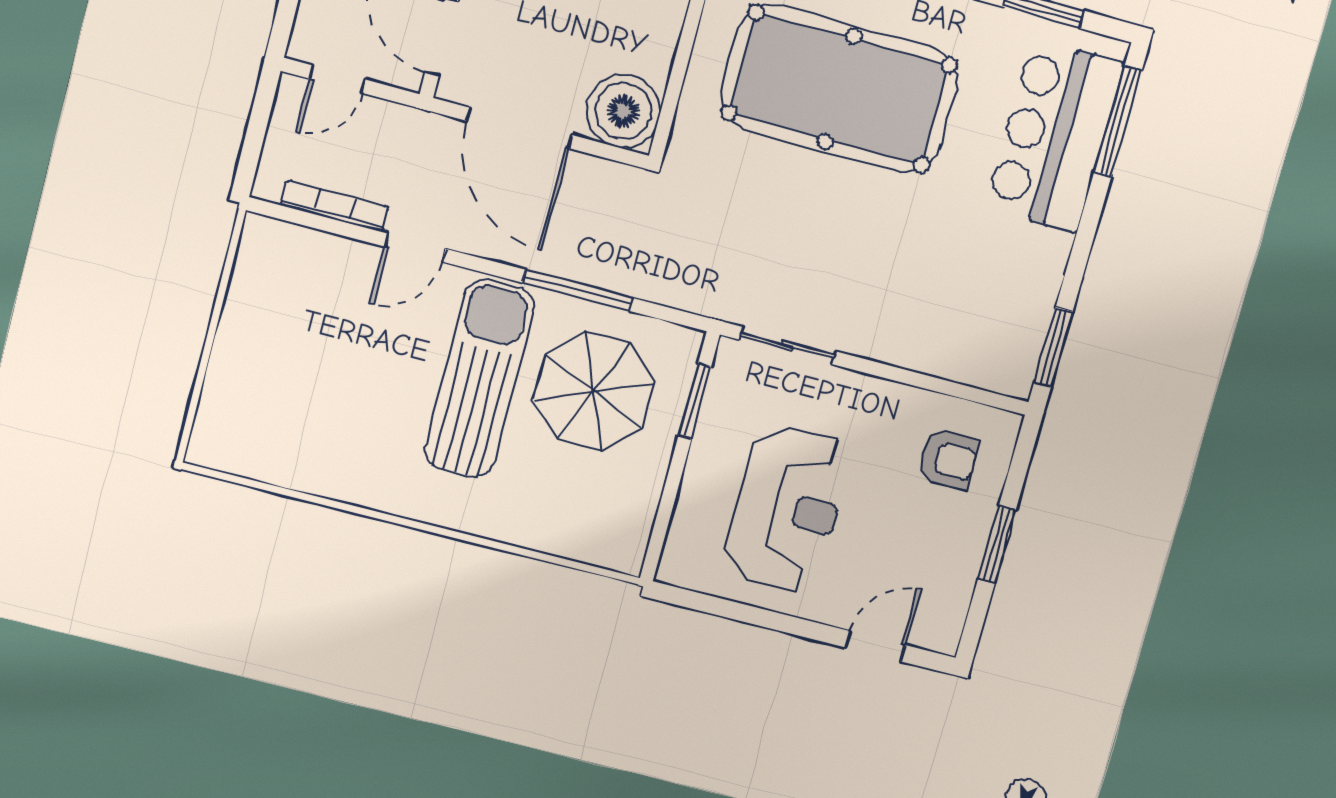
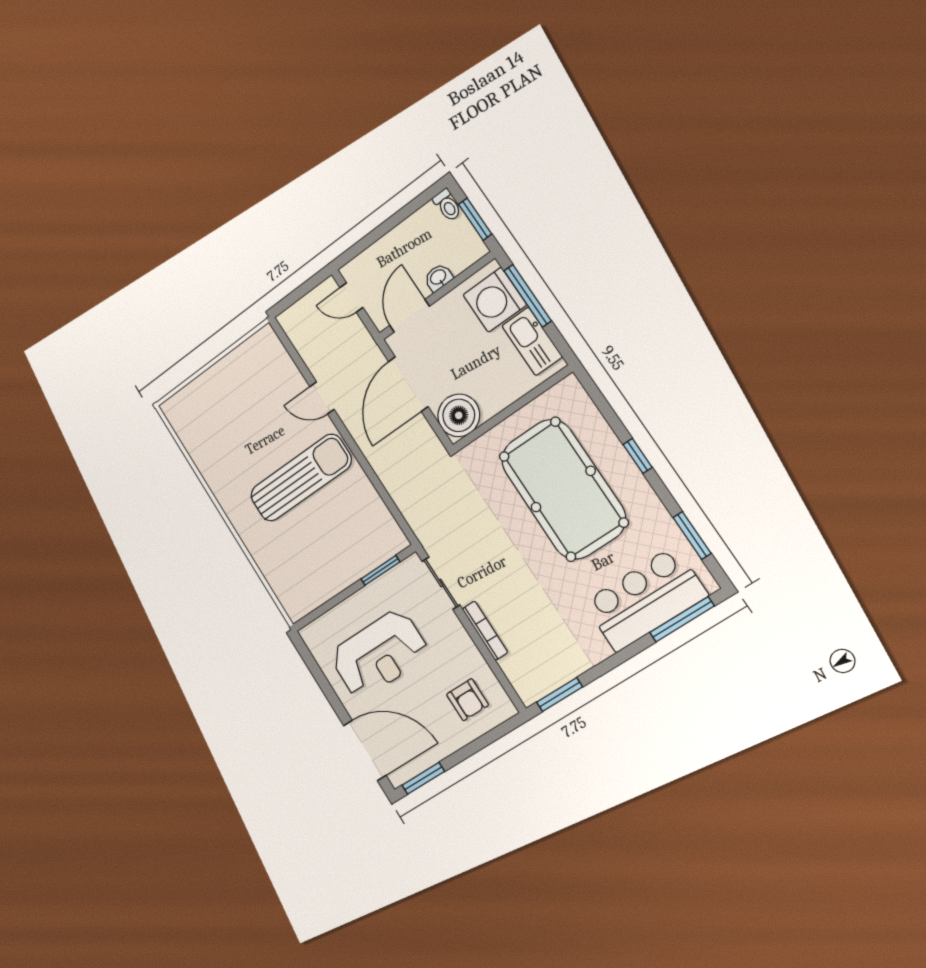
bookcase: (335, 206) -> (485, 631), moved
window: (578, 290) -> (373, 477), removed
parasol: (594, 391) -> (342, 527), removed
window: (997, 544) -> (423, 778), moved
door: (875, 646) -> (365, 750), width x1.87

